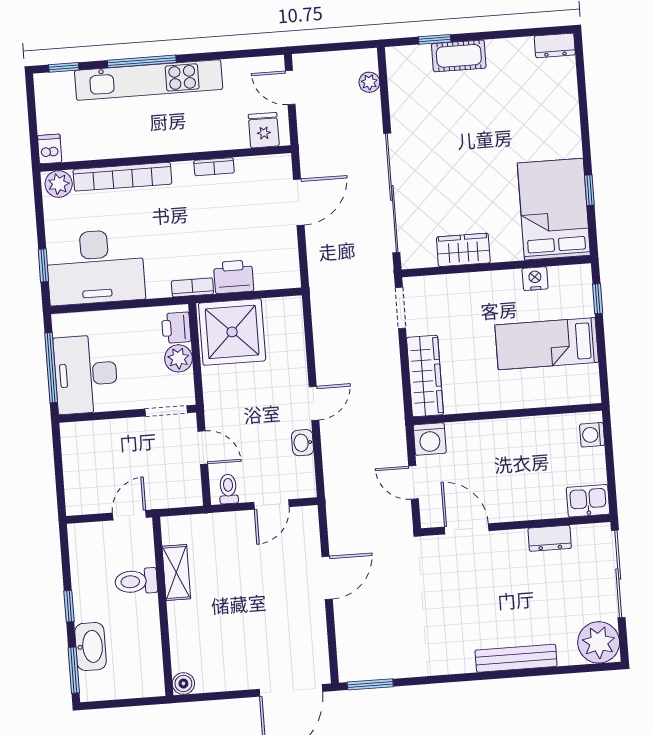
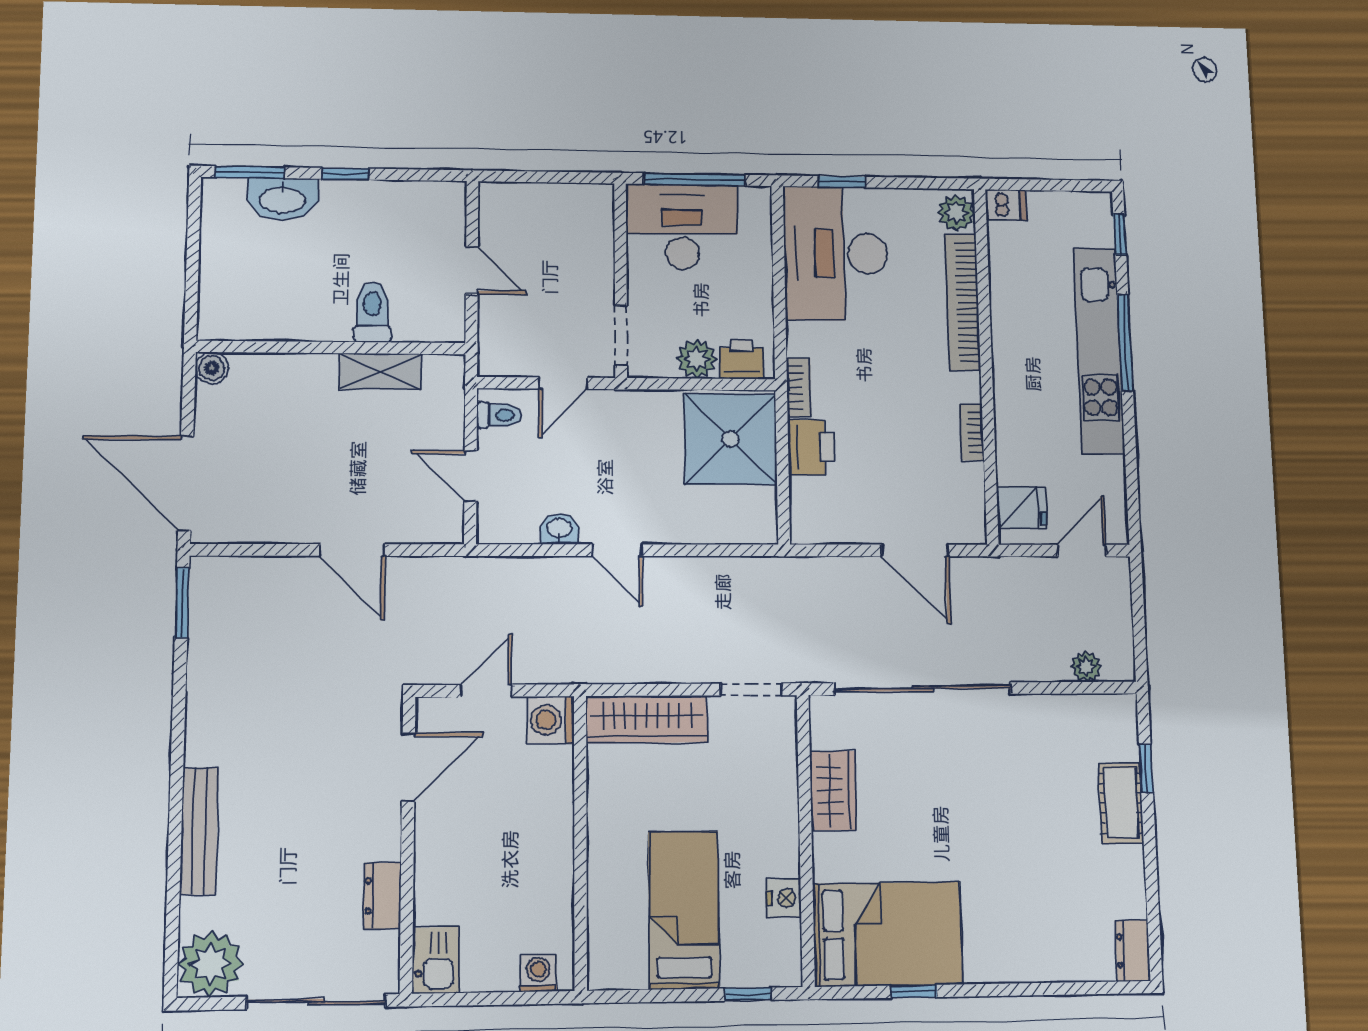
shelving: (176, 573) -> (380, 371), moved
toilet: (136, 581) -> (372, 312), moved
wall: (163, 606) -> (331, 347), moved
boiler: (183, 684) -> (212, 368), moved

